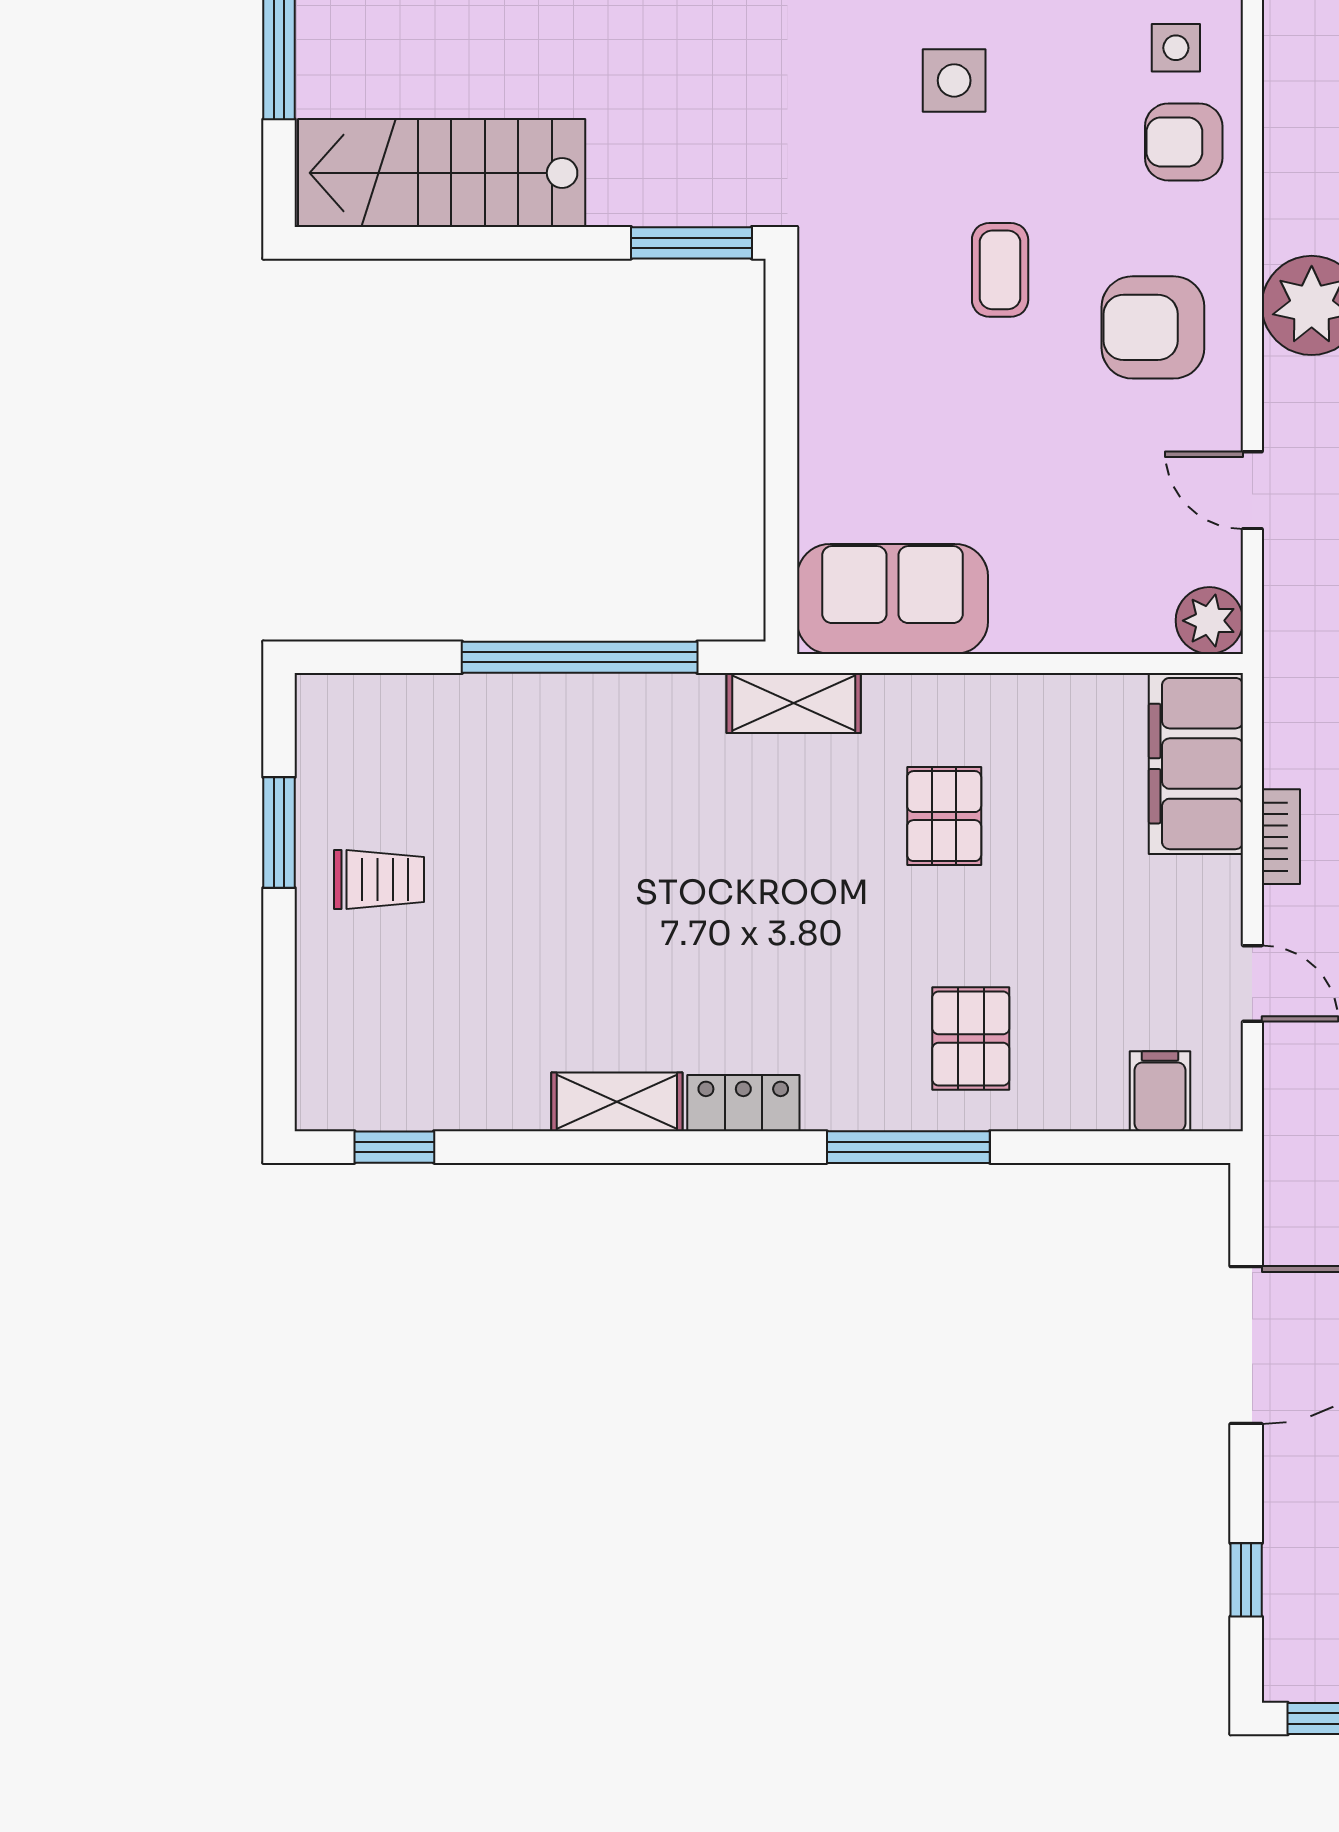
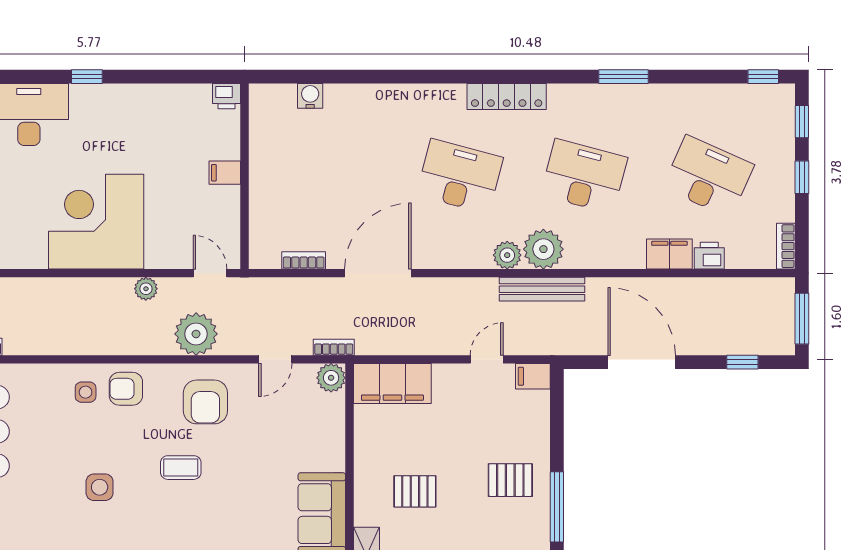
armchair: (1184, 142) -> (126, 389), turned 90
bookcase: (1281, 837) -> (334, 347), moved
filing cabinet: (1160, 1091) -> (533, 376), moved

